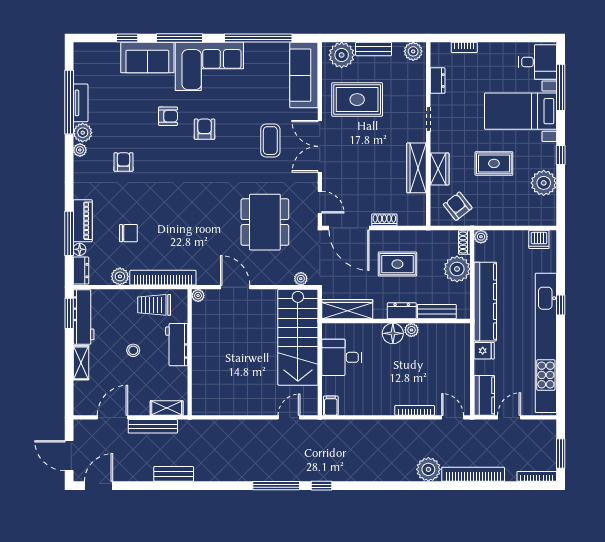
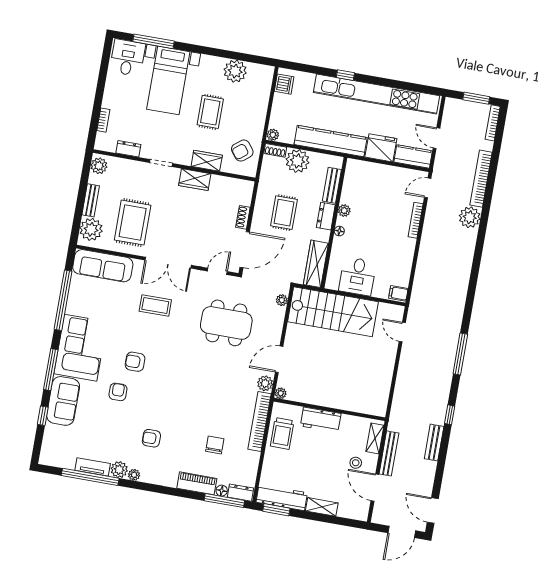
window: (561, 155) -> (213, 52), removed
wardrobe: (417, 168) -> (195, 180), width x0.67
window: (69, 233) -> (224, 501), moved
plant: (120, 276) -> (265, 383), moved
floor lamp: (393, 333) -> (339, 231), width x0.53, depth x0.53
stool: (133, 350) -> (356, 463), moved
fridge: (484, 351) -> (381, 148), width x1.88, depth x1.34
window: (321, 486) -> (450, 415), moved

